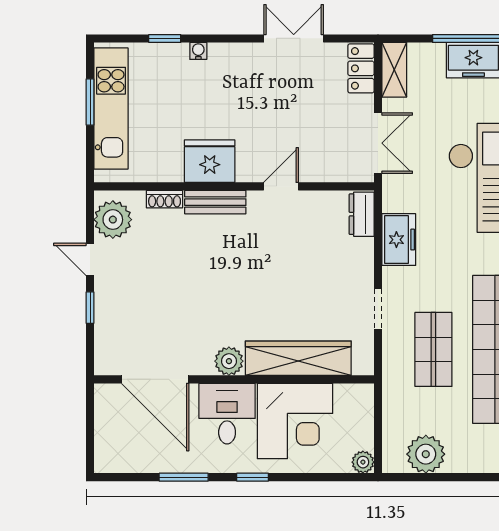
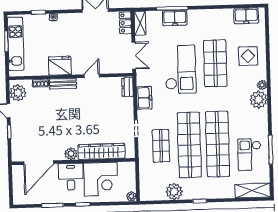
door: (155, 379) -> (39, 163), hinge flipped
plant: (426, 454) -> (174, 192), moved

